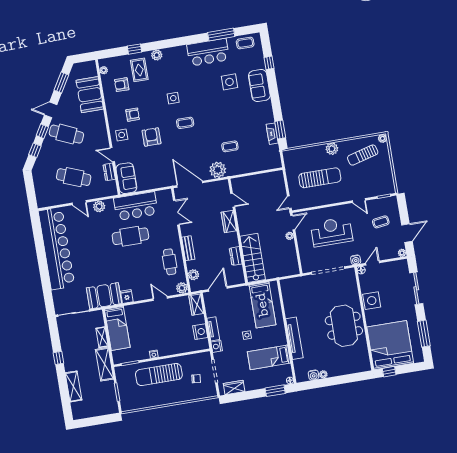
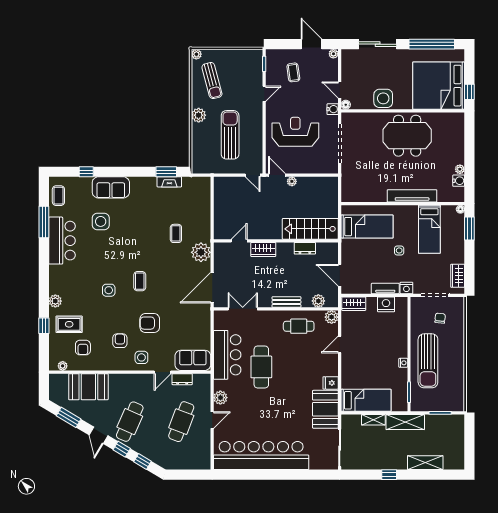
reception desk: (332, 232) -> (295, 132), turned 90
window: (424, 334) -> (432, 44), width x1.46

